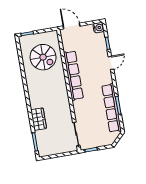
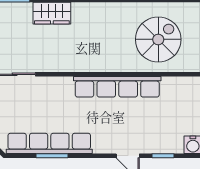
spiral stairs: (43, 57) -> (158, 39), turned 180

